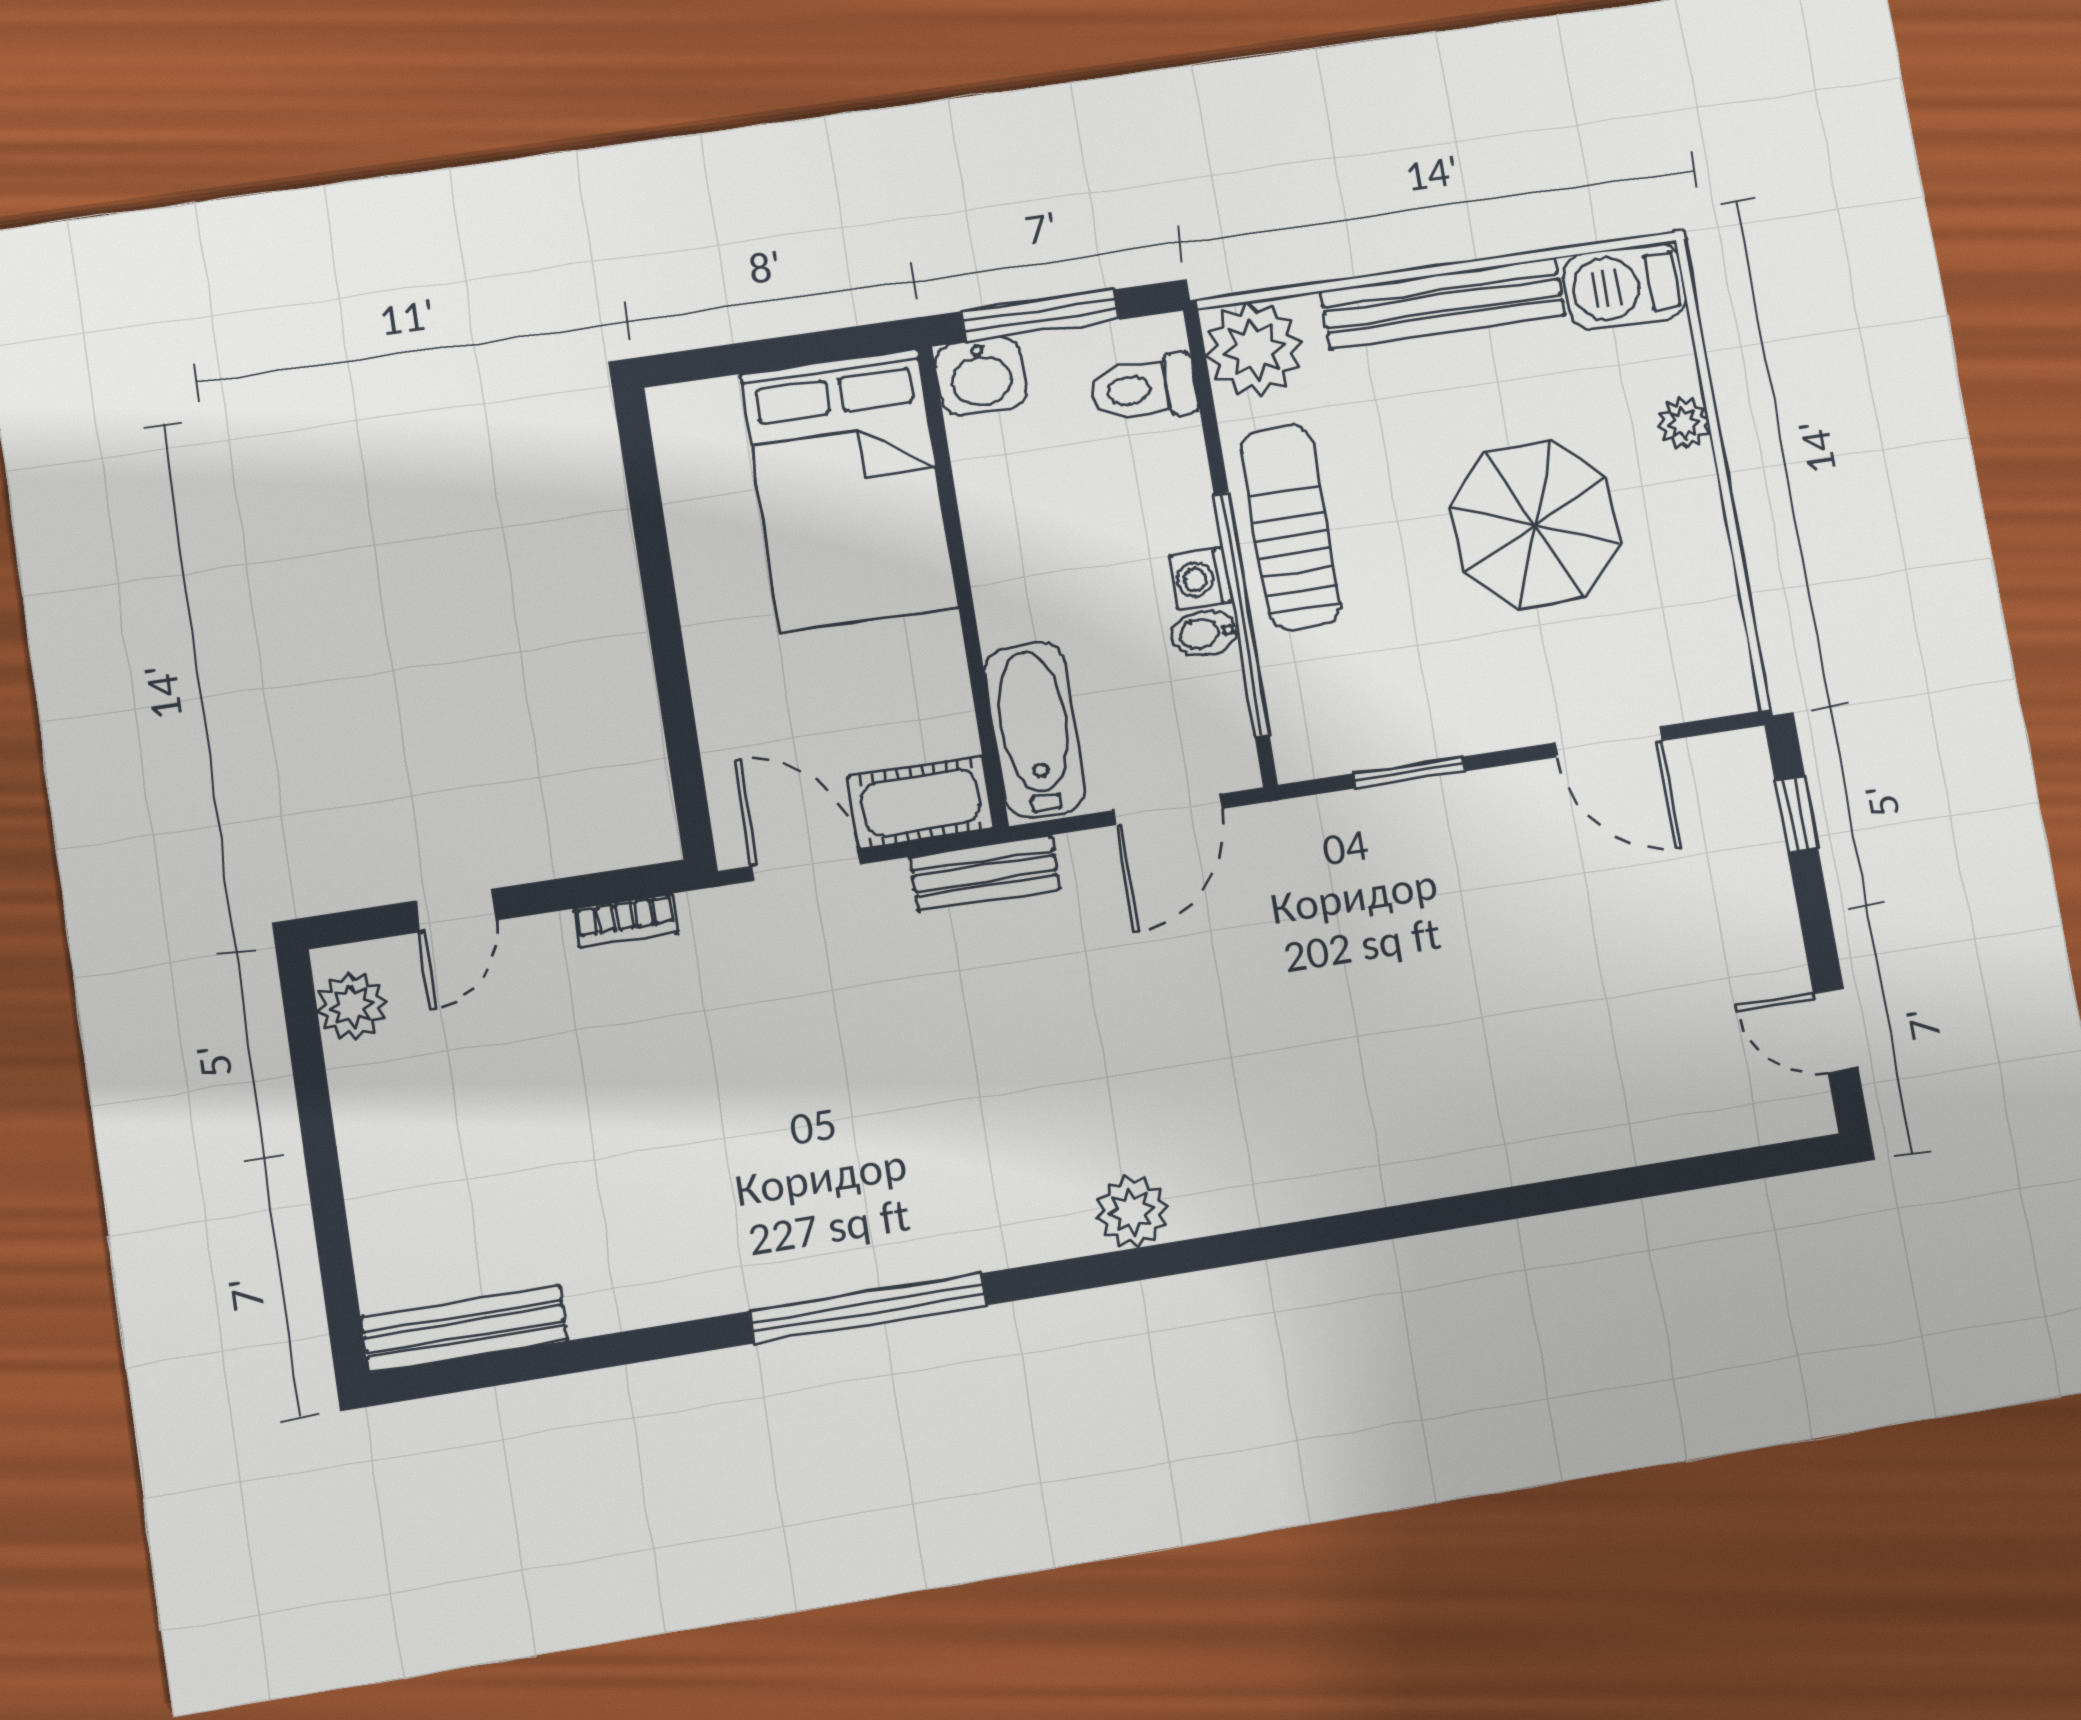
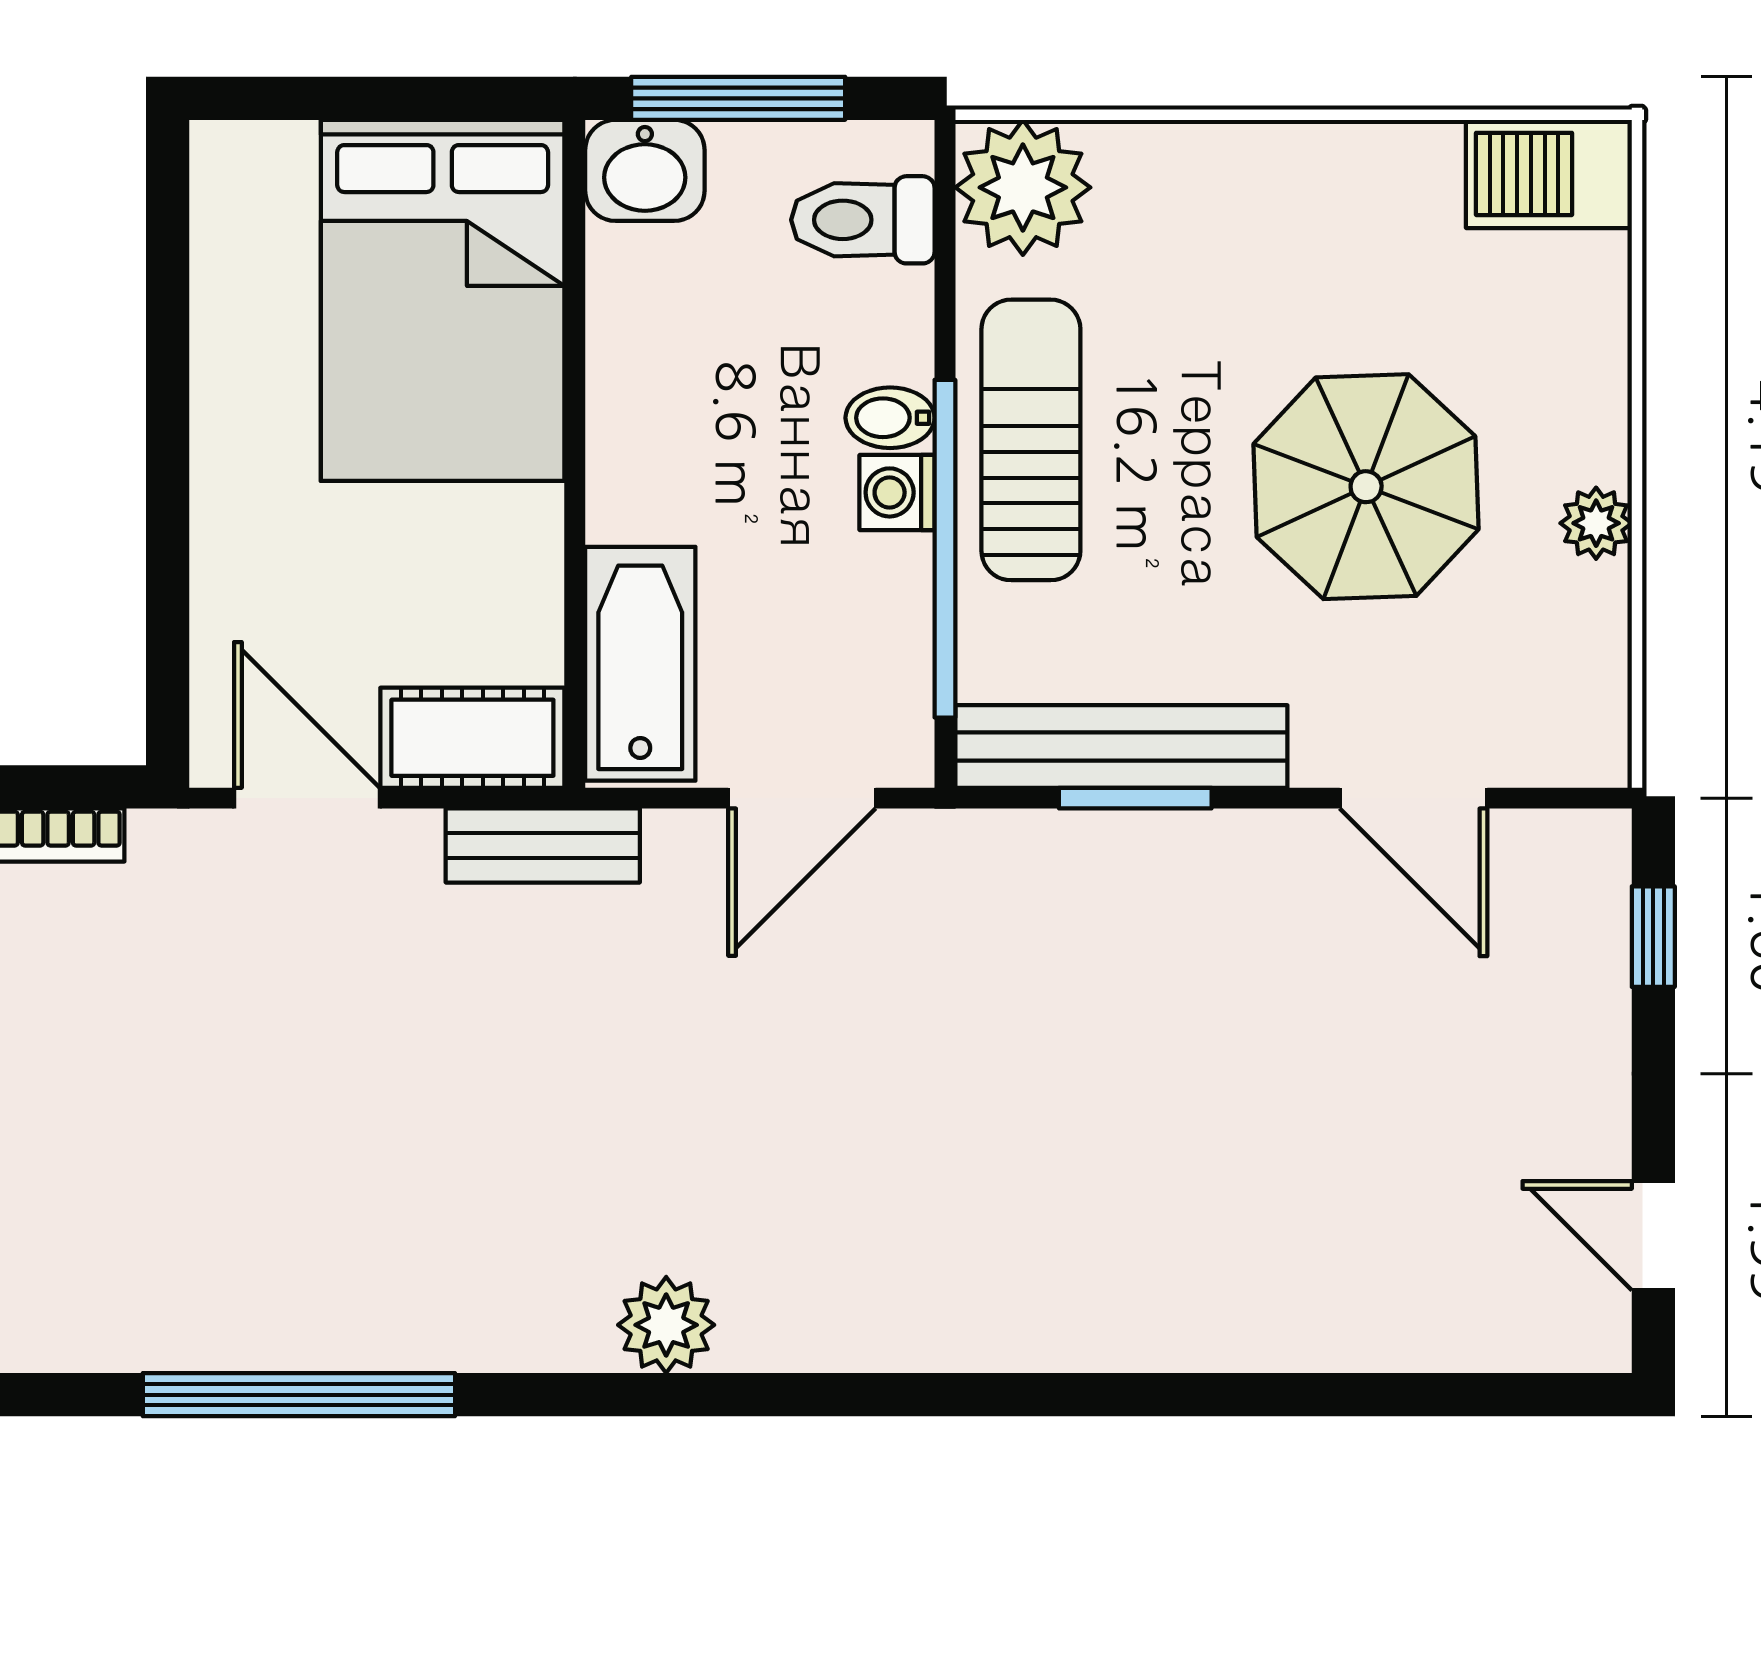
bench: (1443, 303) -> (1121, 746), moved
plant: (1684, 423) -> (1596, 523), moved
bidet: (1204, 633) -> (890, 418), moved

